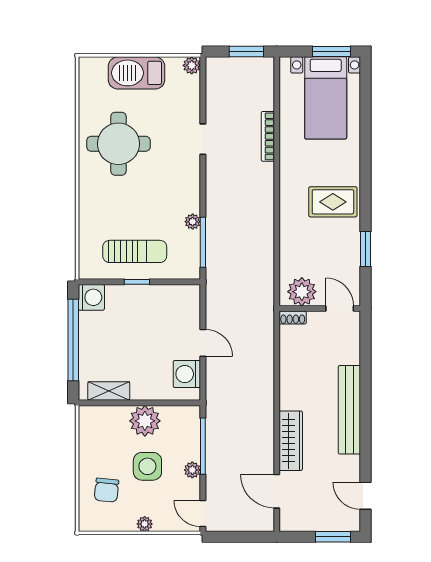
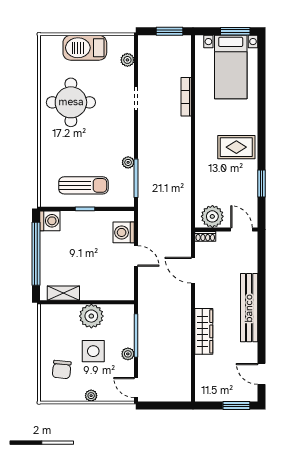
plant: (192, 65) -> (127, 60), moved
washing machine: (187, 374) -> (124, 232), moved
door: (277, 491) -> (193, 270), moved

